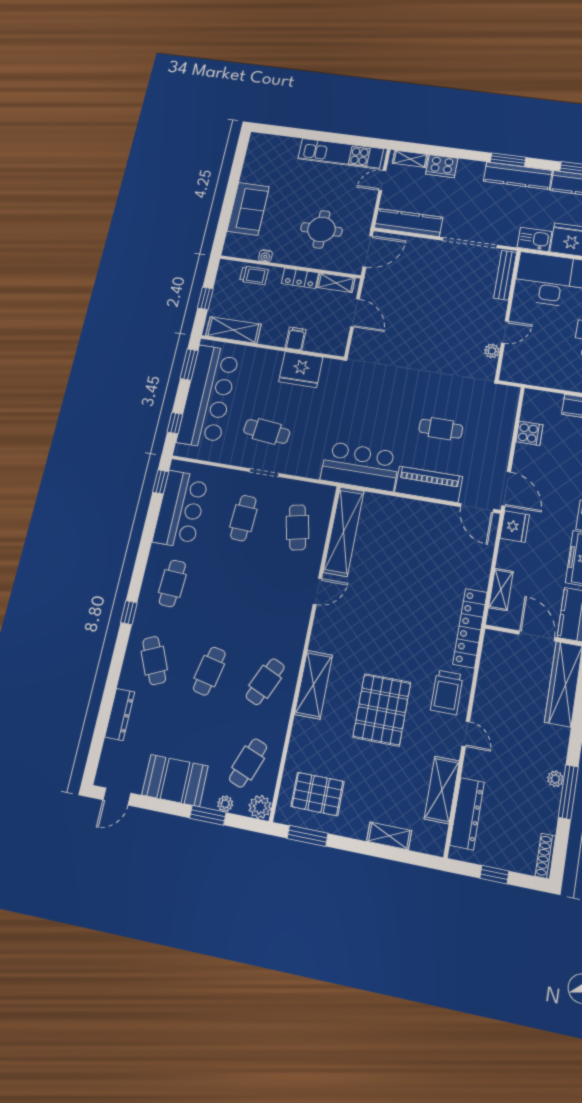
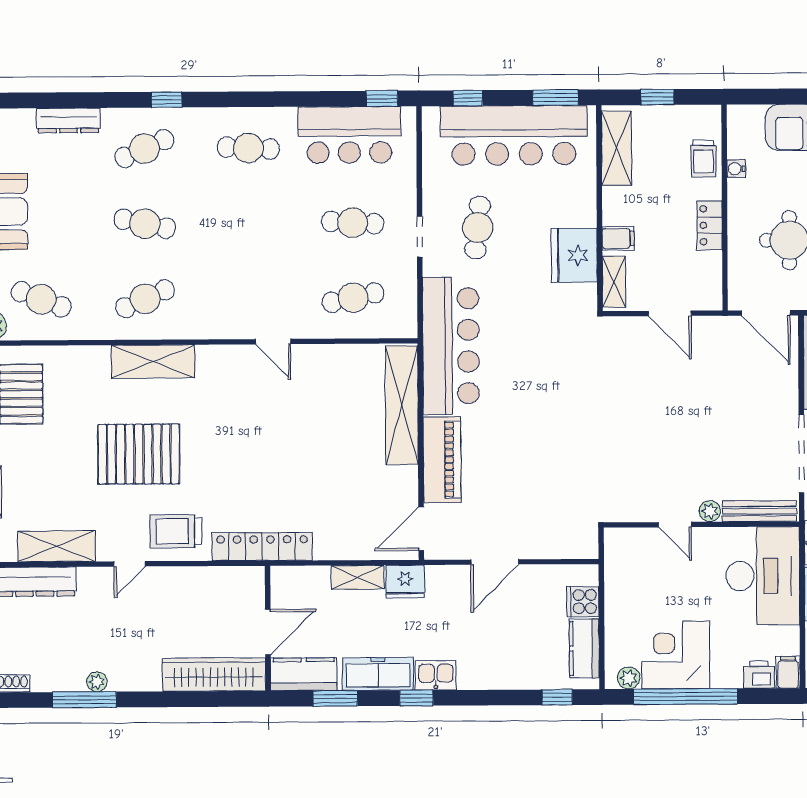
shelving: (336, 283) -> (614, 282), moved
door: (355, 313) -> (670, 313), hinge flipped
plant: (492, 351) -> (710, 511), moved
cafe table: (441, 429) -> (522, 462), removed
cooker: (529, 433) -> (583, 602), moved, turned 90
bar counter: (360, 466) -> (451, 346), width x1.36
door: (506, 489) -> (495, 562), moved
shelving: (344, 532) -> (402, 405), moved, turned 90
shelving: (501, 590) -> (358, 577), moved
window: (129, 613) -> (167, 100), moved
cafe table: (265, 682) -> (145, 299), turned -48

